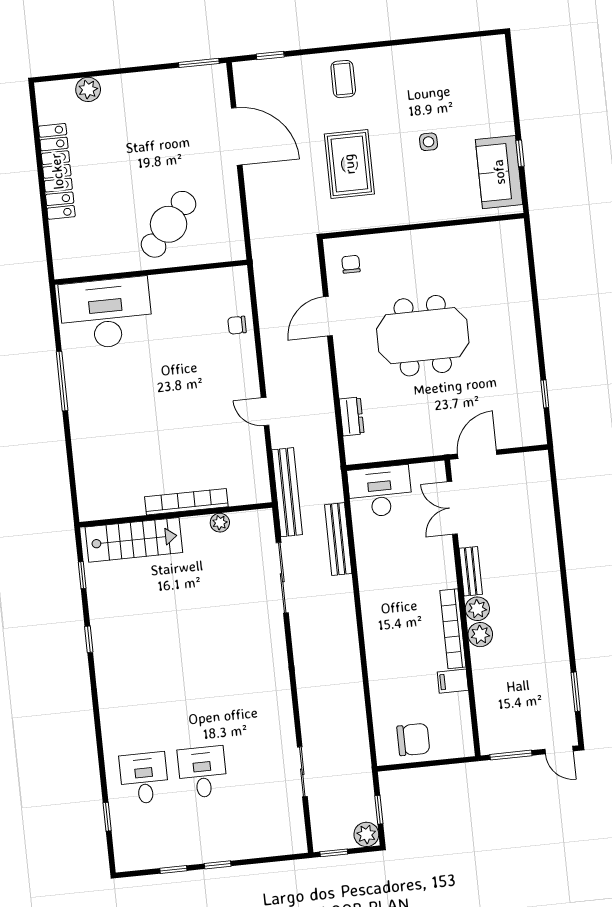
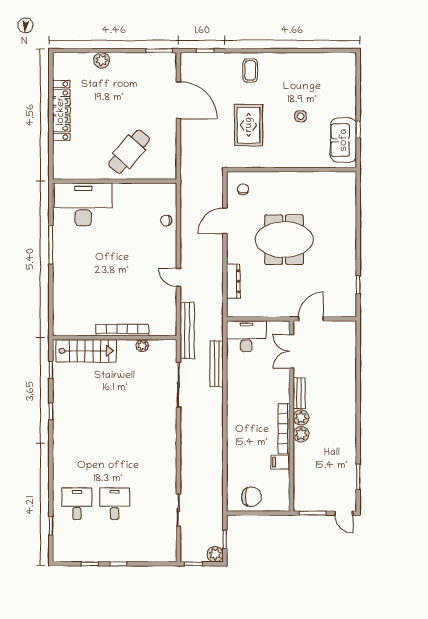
plant: (88, 89) -> (102, 60), moved
dresser: (352, 417) -> (233, 281), width x1.44

